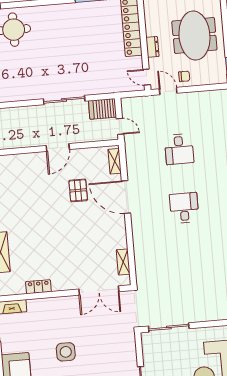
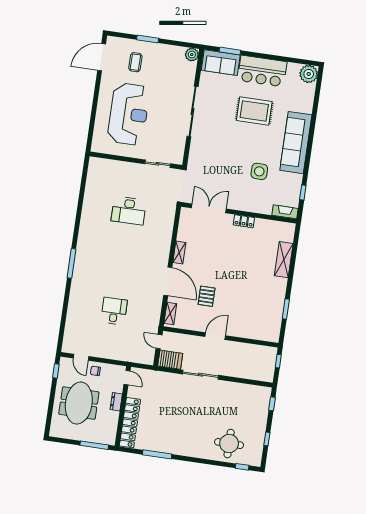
door: (168, 91) -> (81, 357), moved
desk: (184, 208) -> (129, 211), moved, width x1.37
shelving: (123, 262) -> (179, 253), moved
locker: (38, 287) -> (244, 221), moved
sliding door: (169, 327) -> (158, 164), width x0.73
side table: (66, 352) -> (259, 171), moved

